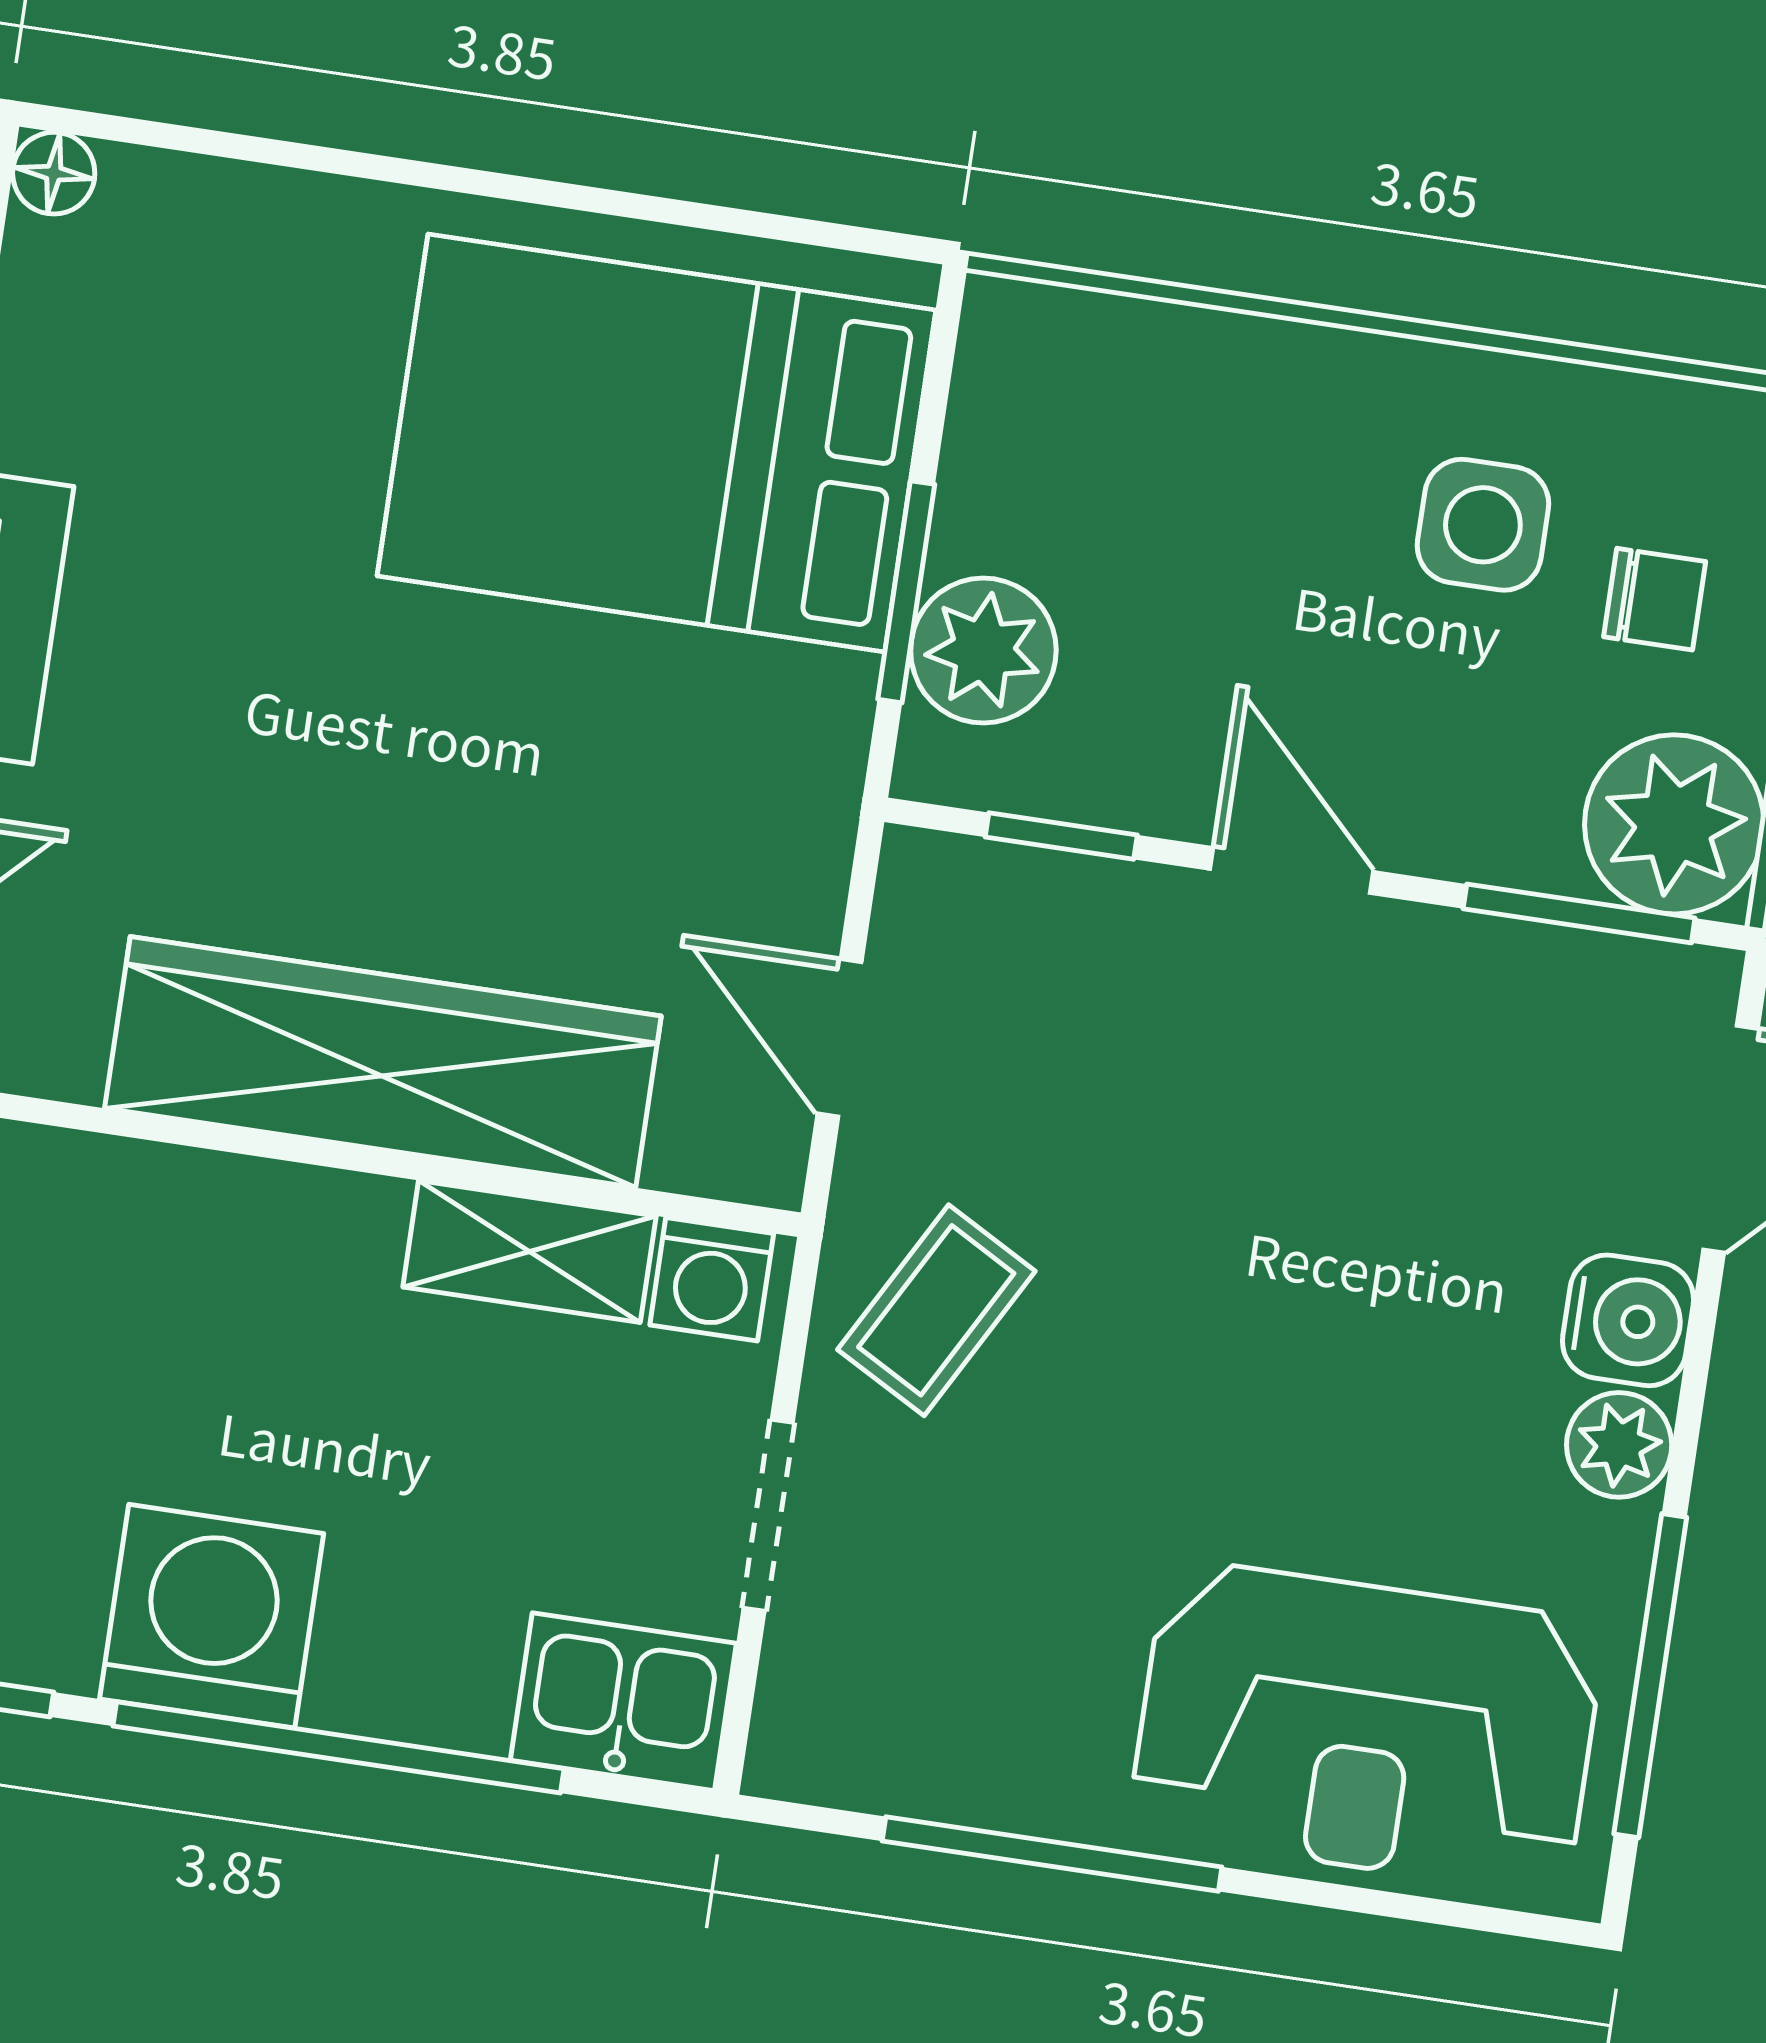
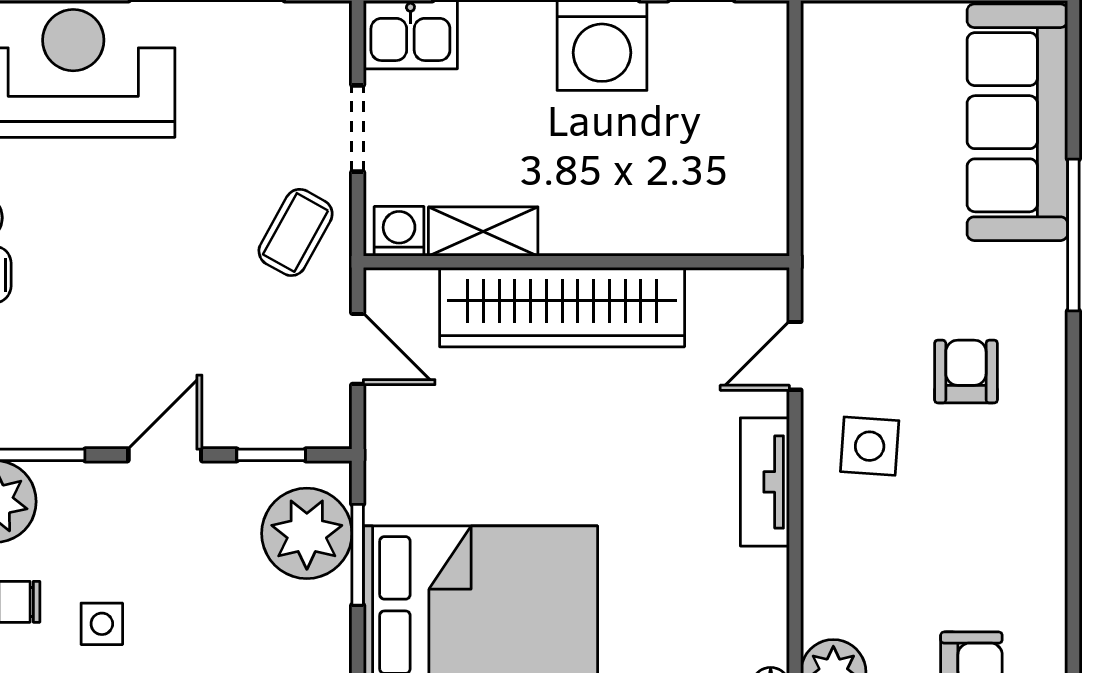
side table: (1483, 525) -> (102, 624), width x0.73, depth x0.73
plant: (983, 651) -> (307, 533), width x1.36, depth x1.36
door: (1292, 870) -> (165, 455), swing flipped

